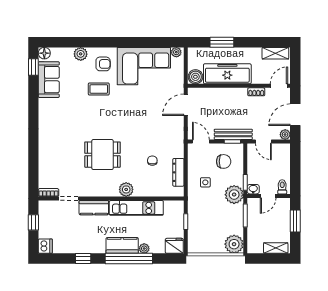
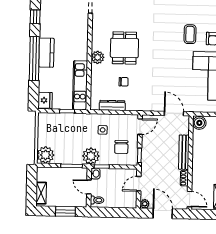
freezer: (227, 74) -> (201, 152), removed
bench: (233, 134) -> (184, 152), moved
dining table: (103, 155) -> (124, 48), moved
kitchen counter: (94, 208) -> (82, 27), removed
kitchen unit: (136, 208) -> (80, 85), moved
plant: (144, 248) -> (43, 73), removed

